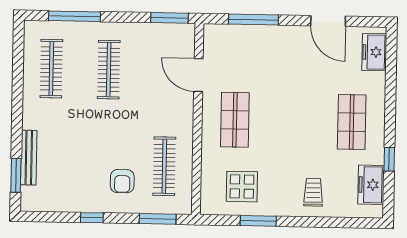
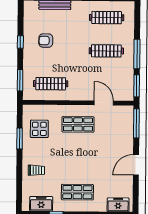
window: (74, 16) -> (137, 54), moved
window: (253, 20) -> (136, 123), moved
door: (328, 21) -> (136, 165), moved
door: (198, 75) -> (104, 103), hinge flipped
armchair: (122, 181) -> (46, 41), moved

